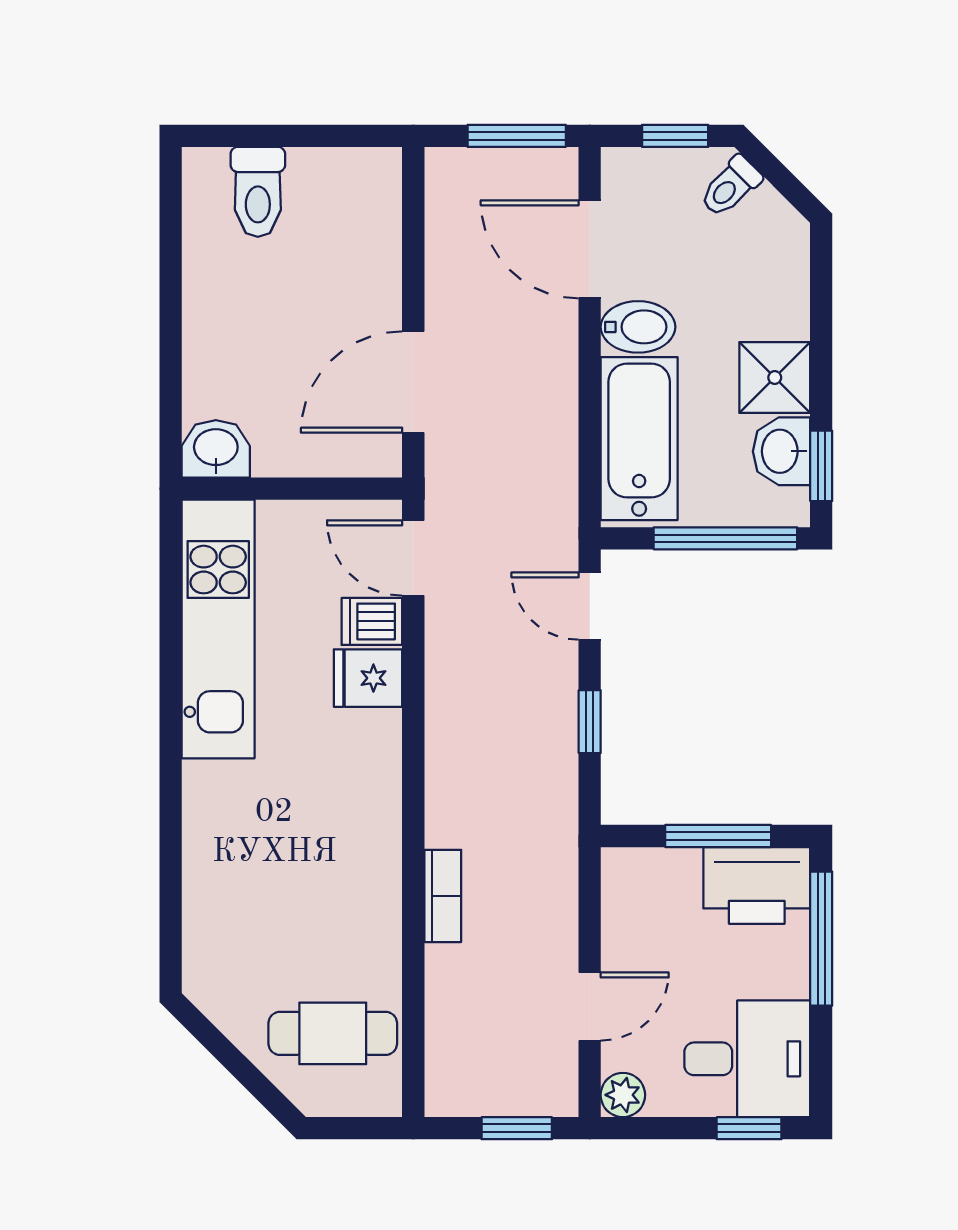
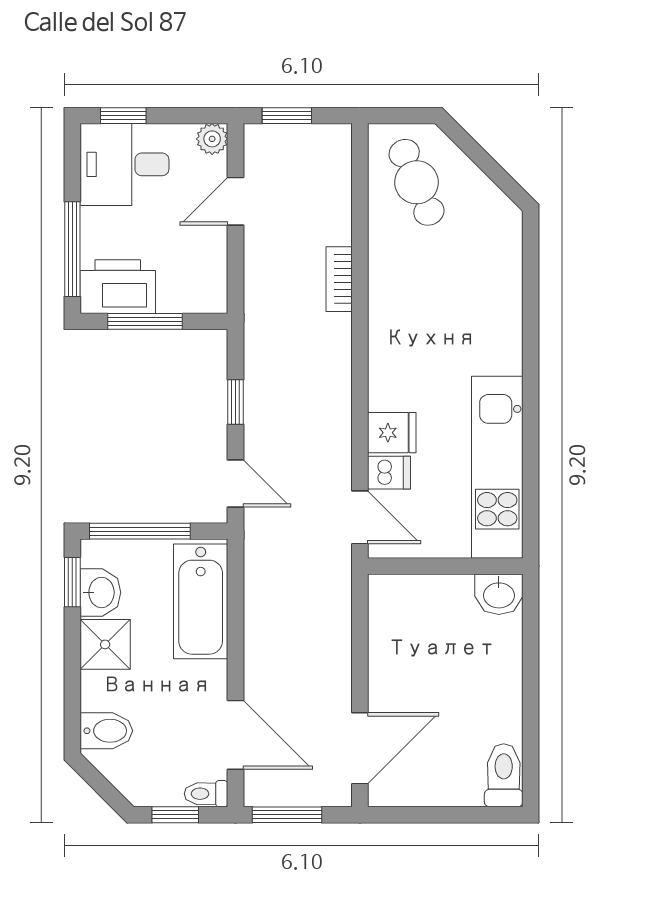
toilet: (730, 187) -> (206, 794), moved, turned -135
toilet: (258, 192) -> (504, 775), moved
bidet: (638, 327) -> (106, 731), moved, turned 180
door: (413, 382) -> (360, 748), moved
cafe table: (333, 1033) -> (417, 182), turned 67

